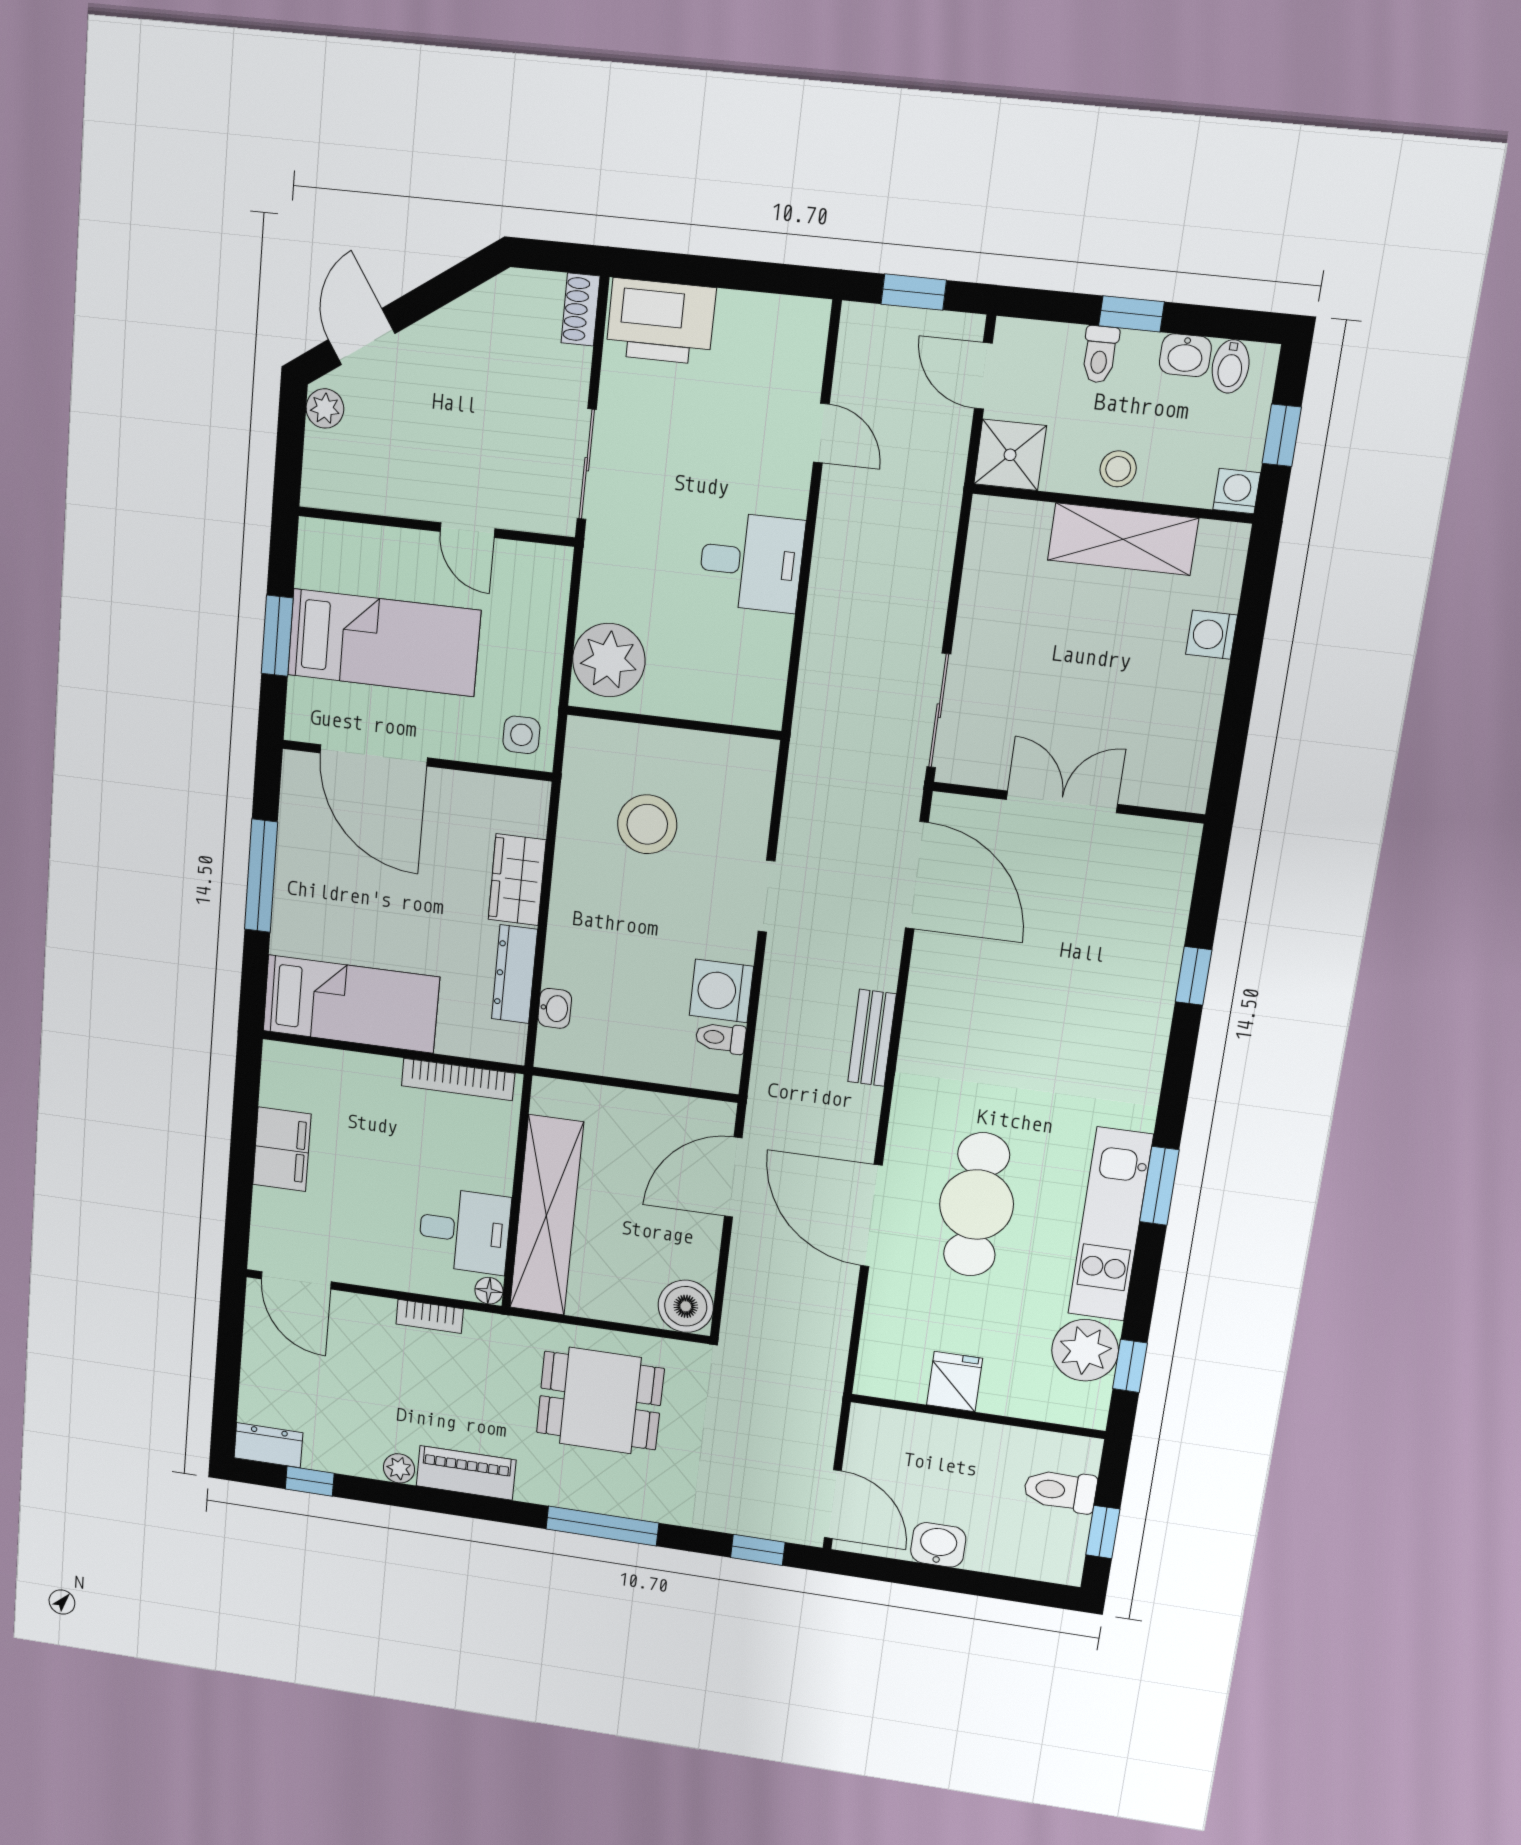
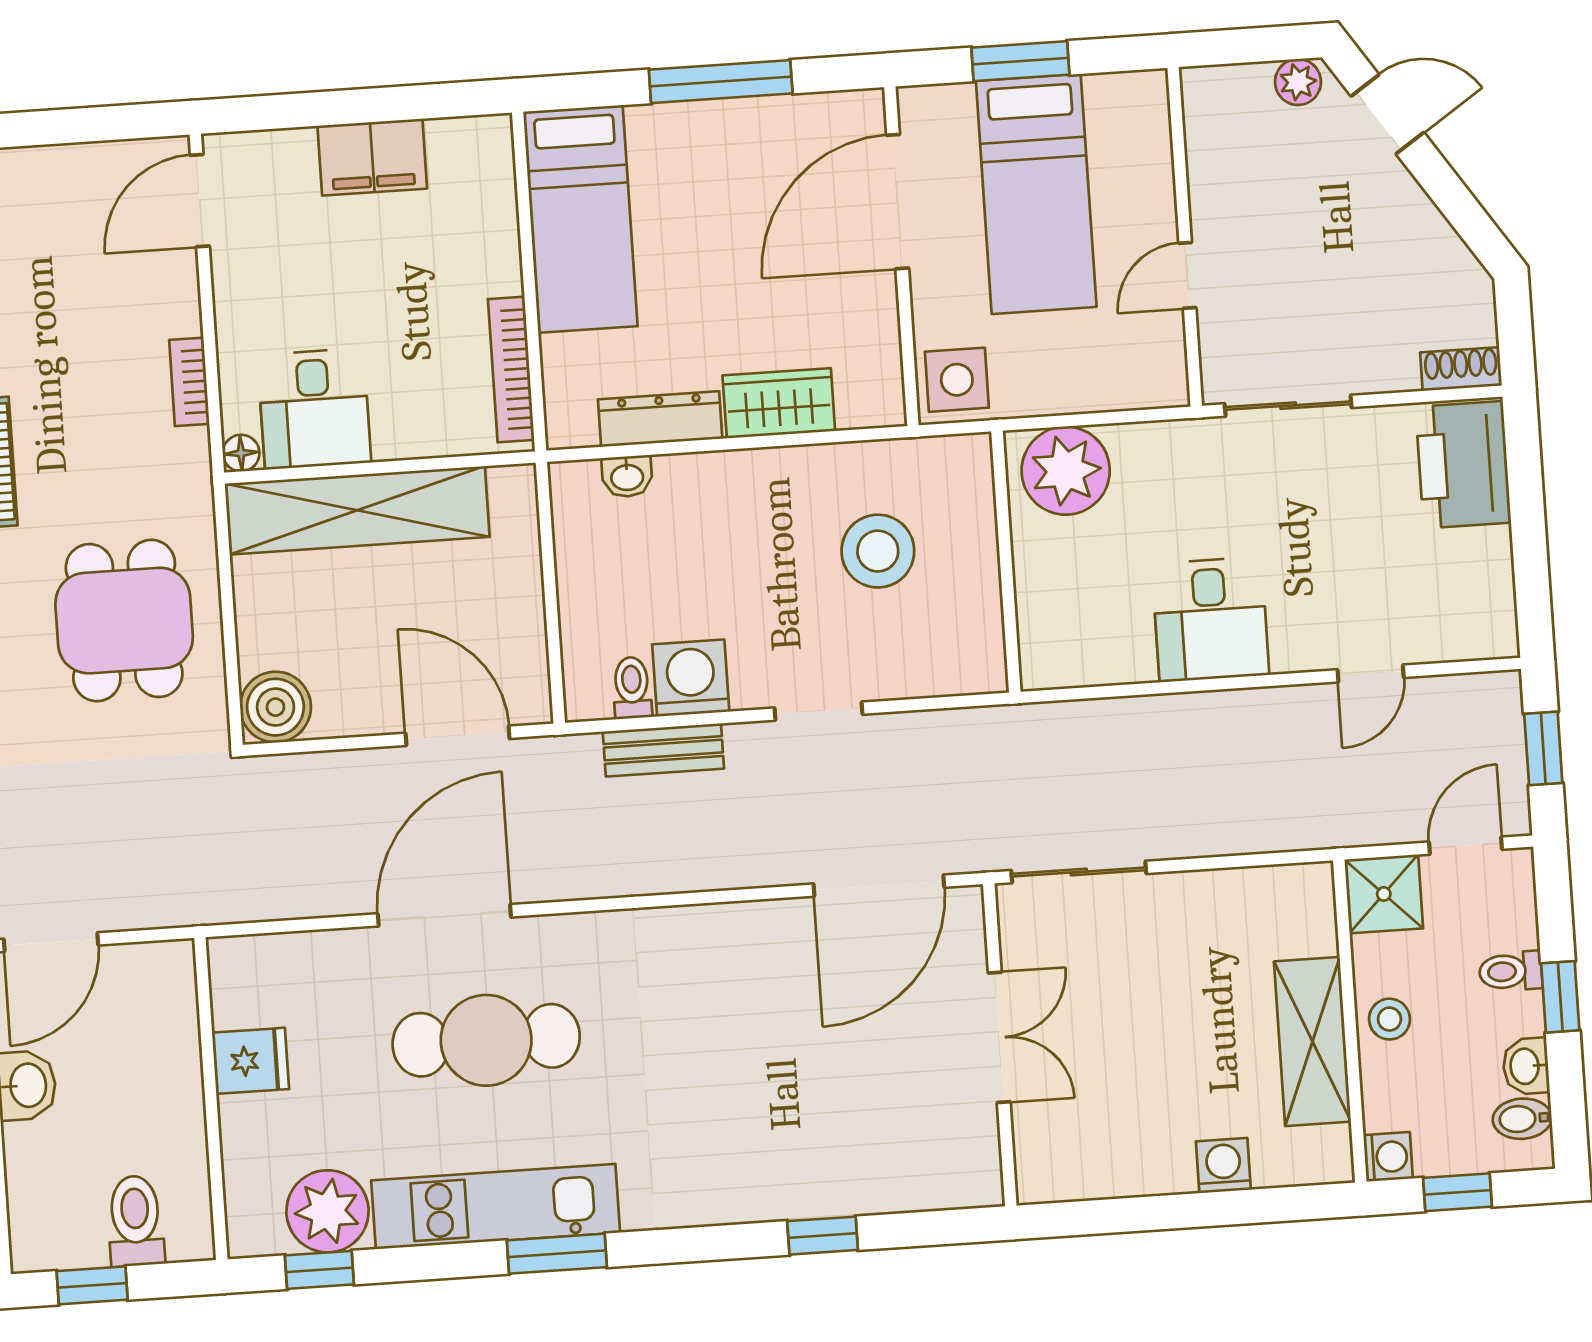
side table: (521, 735) -> (957, 380), width x1.37, depth x1.37
bench: (872, 1038) -> (663, 750), moved

